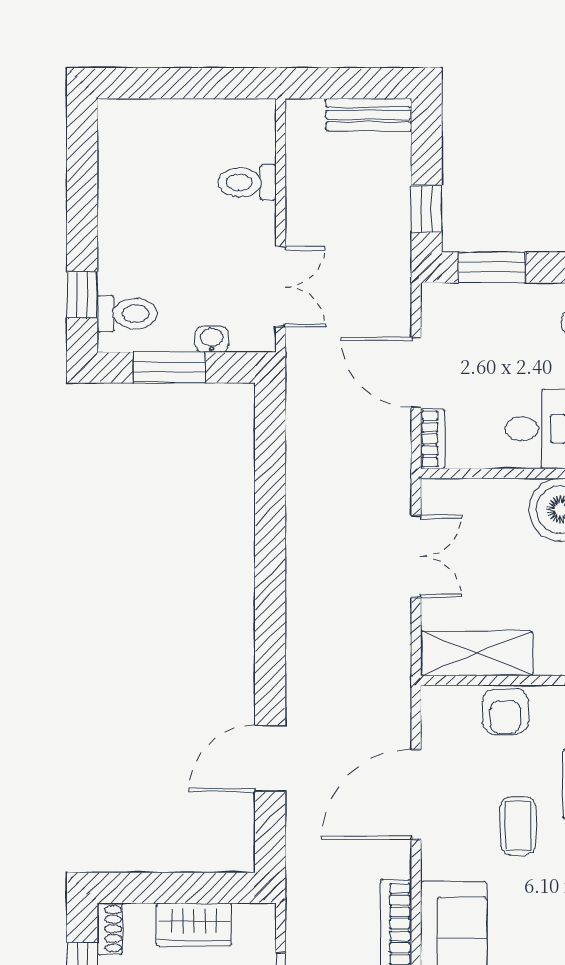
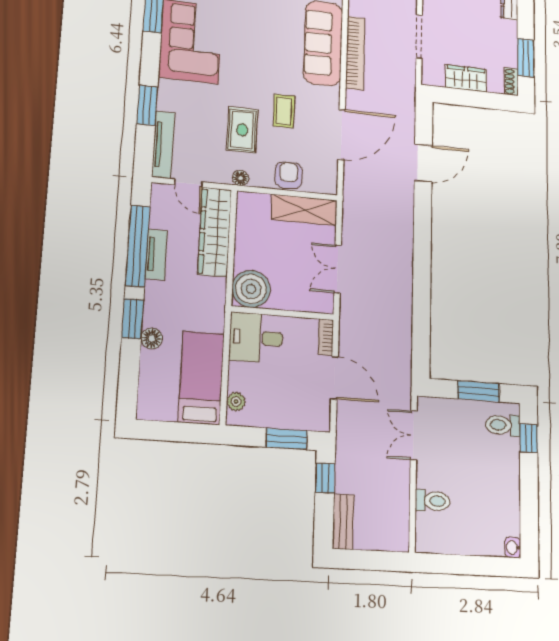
bench: (369, 115) -> (343, 522), moved, turned 90
washbasin: (212, 339) -> (513, 547), moved, turned 90

